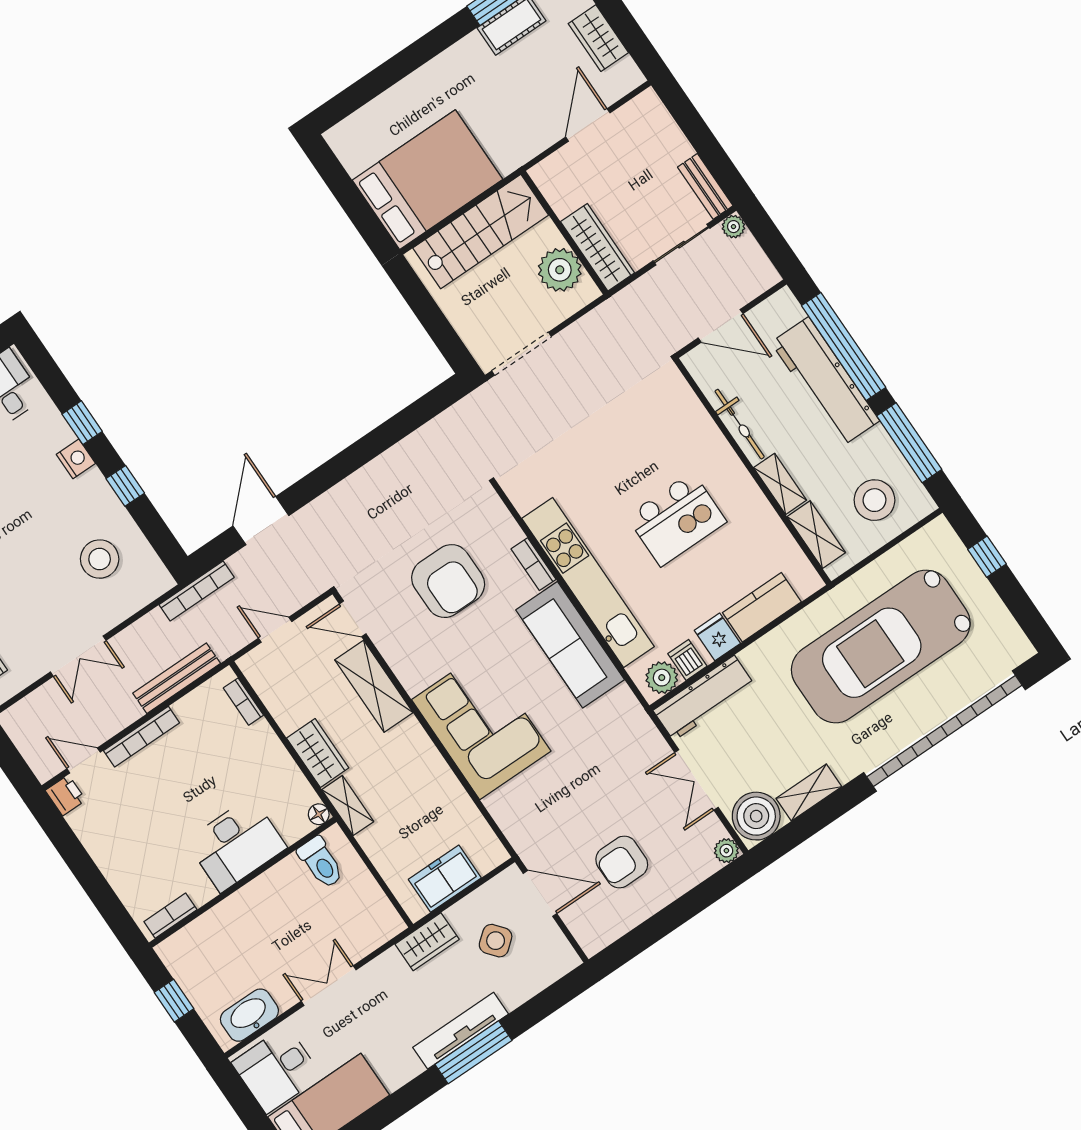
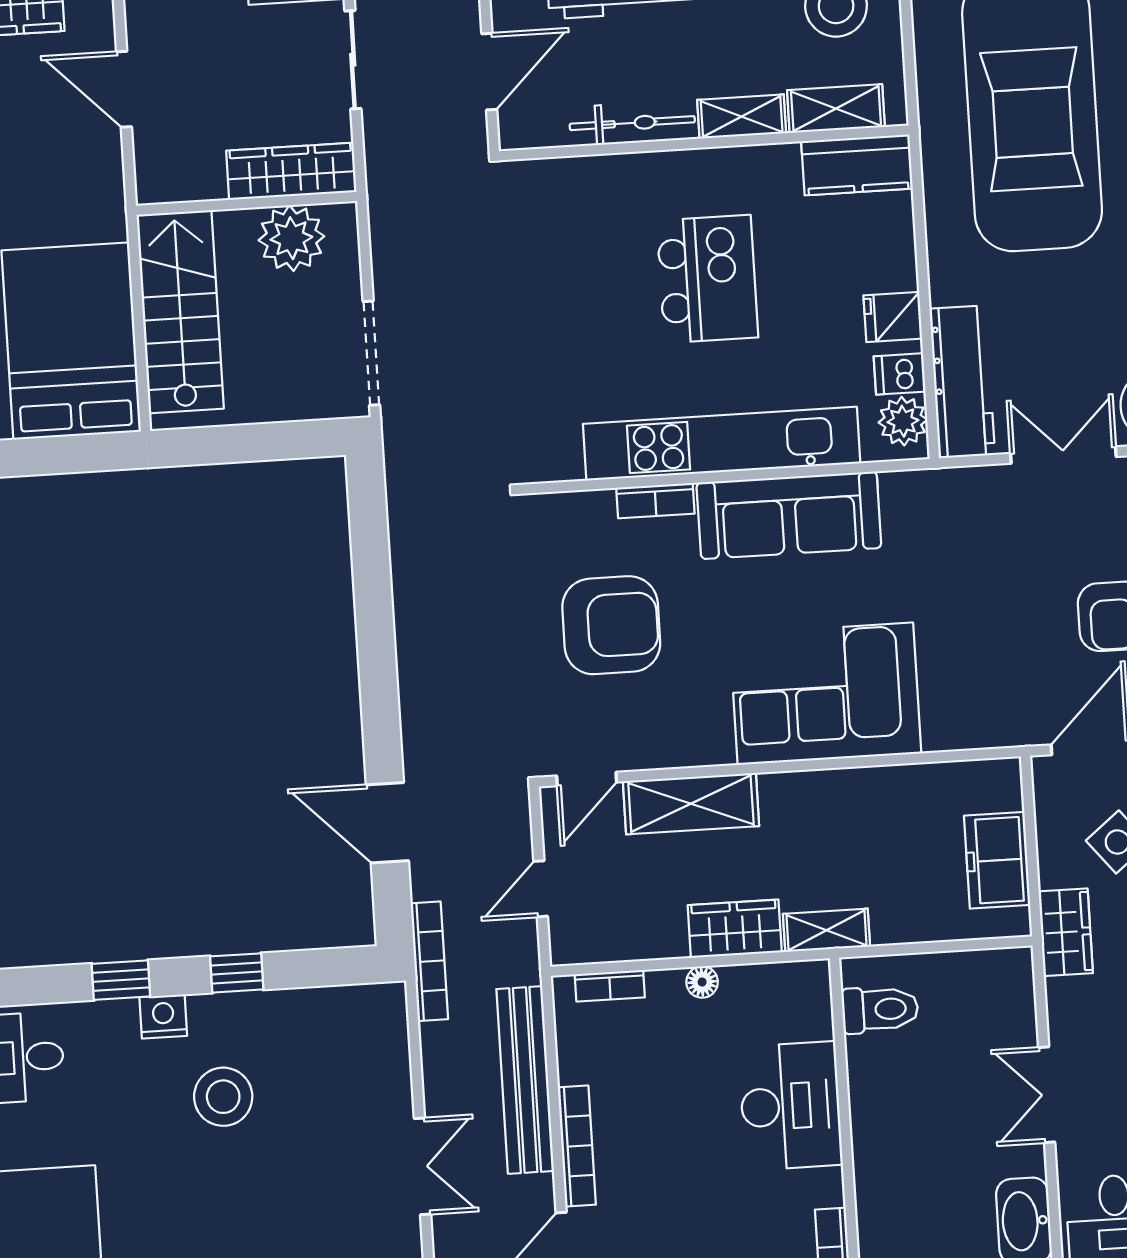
stool: (100, 559) -> (223, 1097), moved
kitchen counter: (762, 607) -> (857, 165), moved, turned -90
bench: (177, 678) -> (525, 1080), width x1.37, depth x1.21
double door: (696, 780) -> (1063, 455), swing flipped
floor lamp: (319, 814) -> (702, 982), moved

